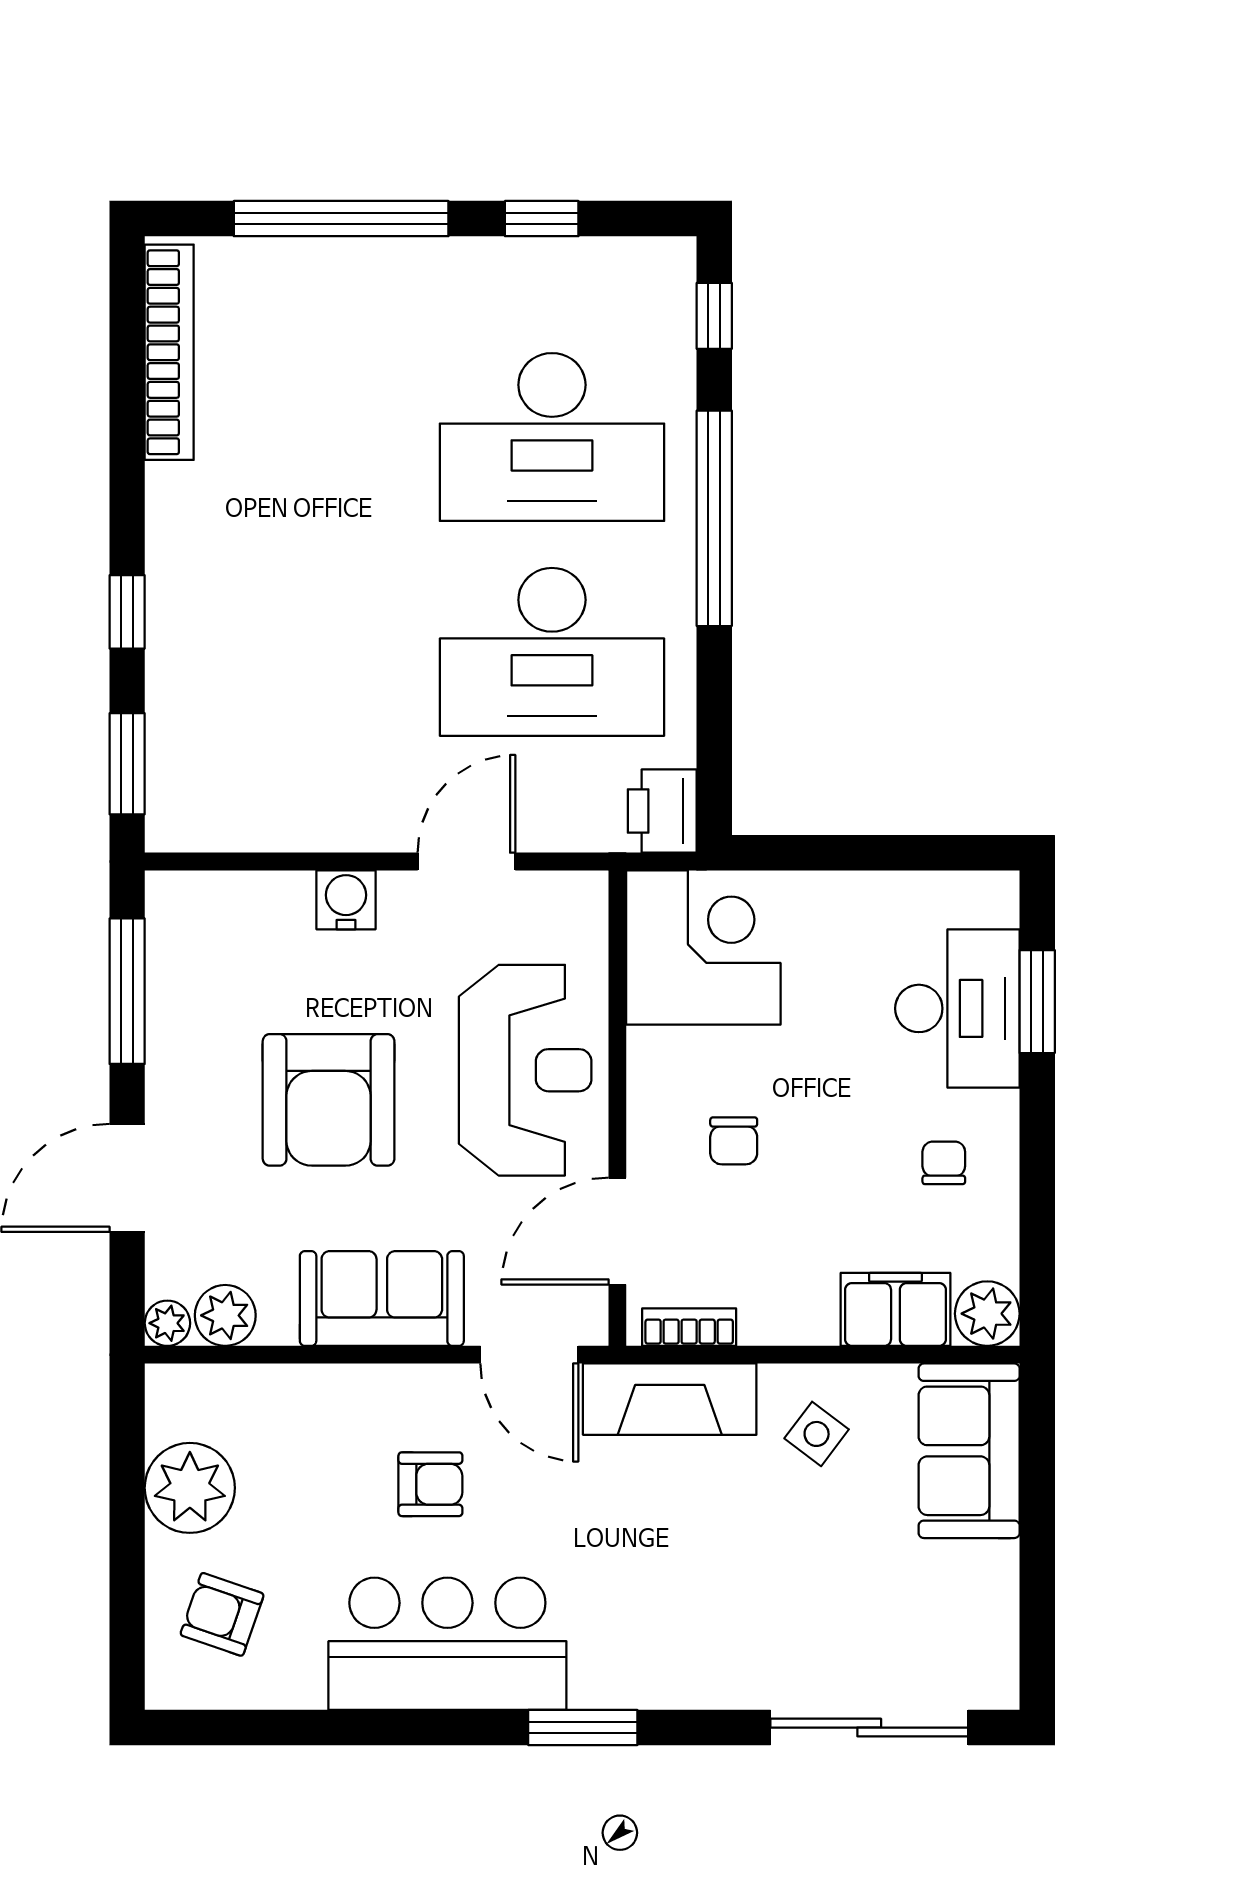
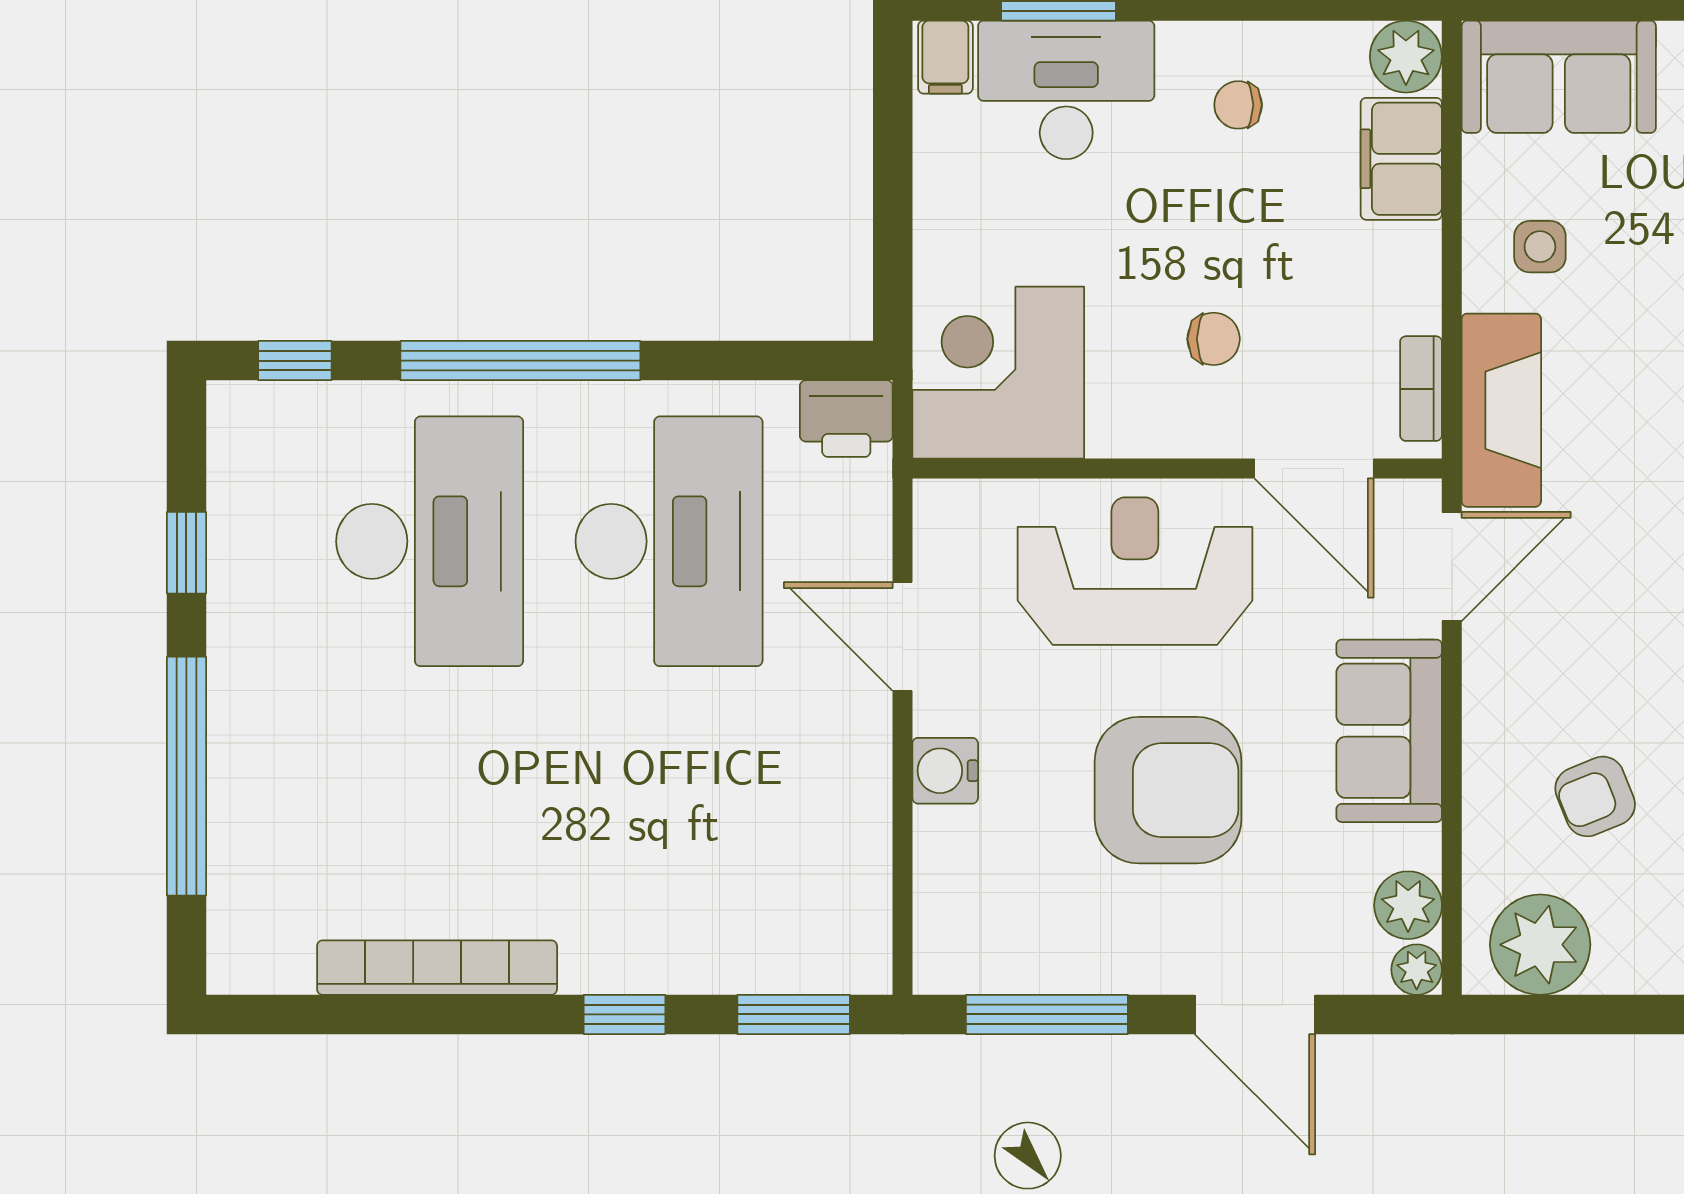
bookcase: (169, 352) -> (437, 968), moved
filing cabinet: (987, 900) -> (945, 57), added
side table: (817, 1434) -> (1540, 247), turned -37
armchair: (430, 1484) -> (1595, 796), moved, turned -112
plant: (190, 1488) -> (1540, 945), moved

